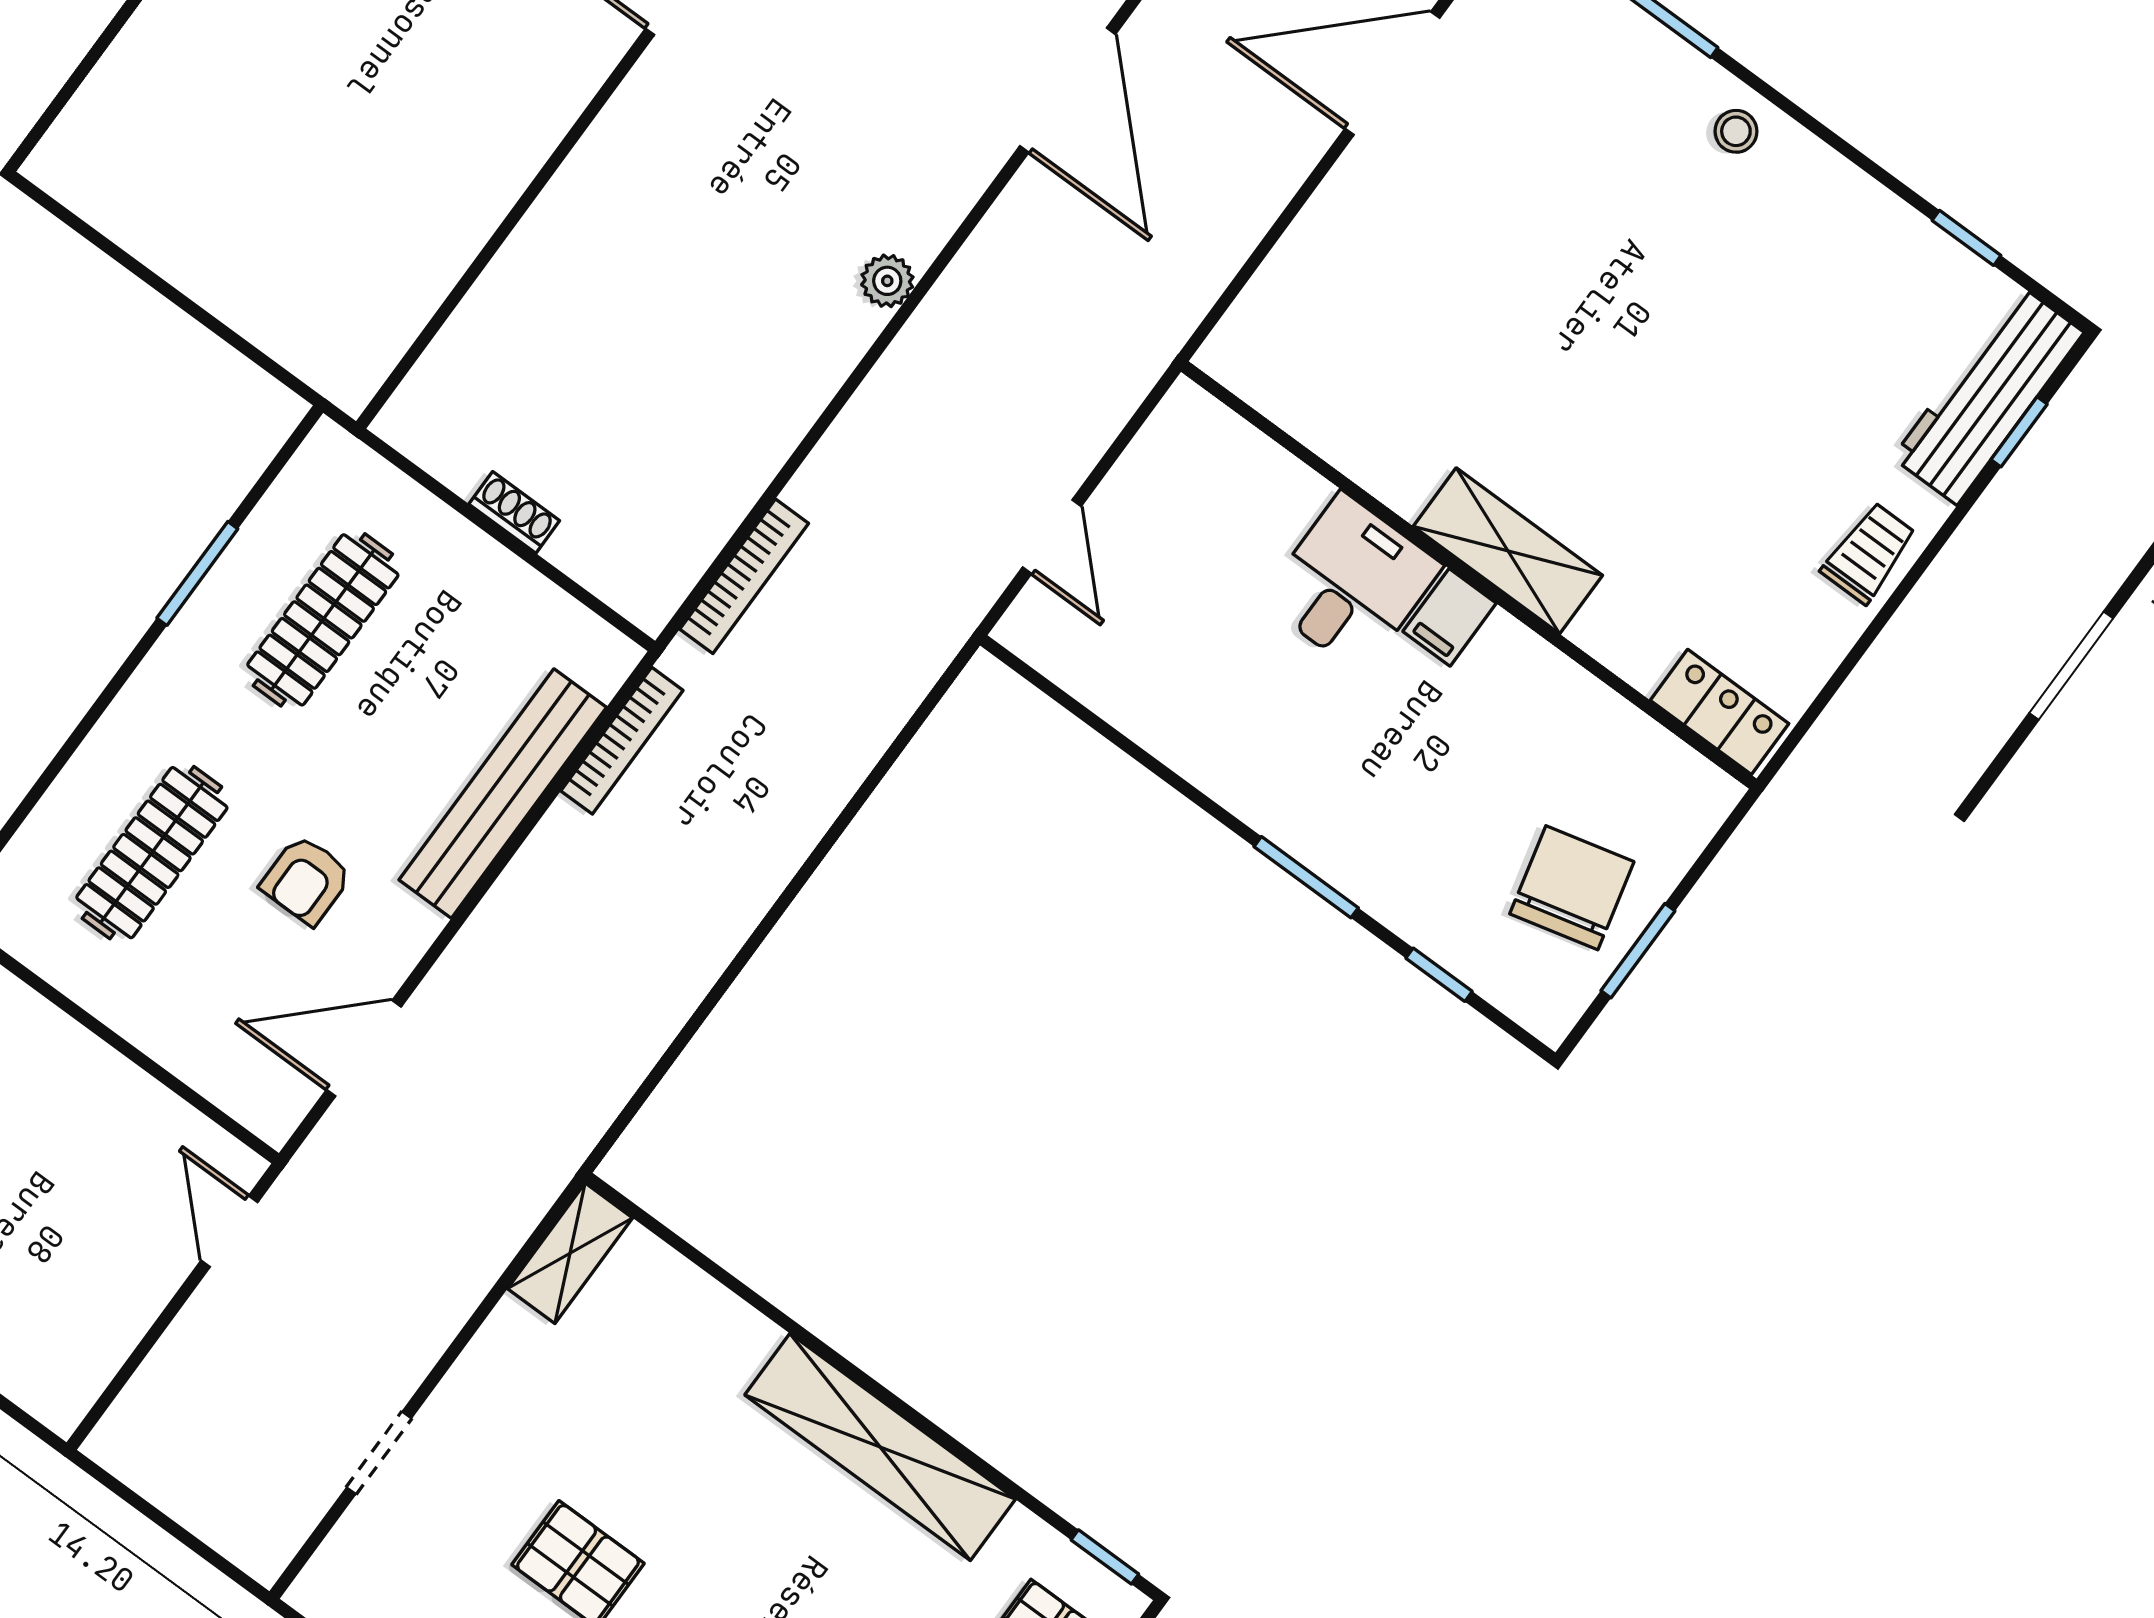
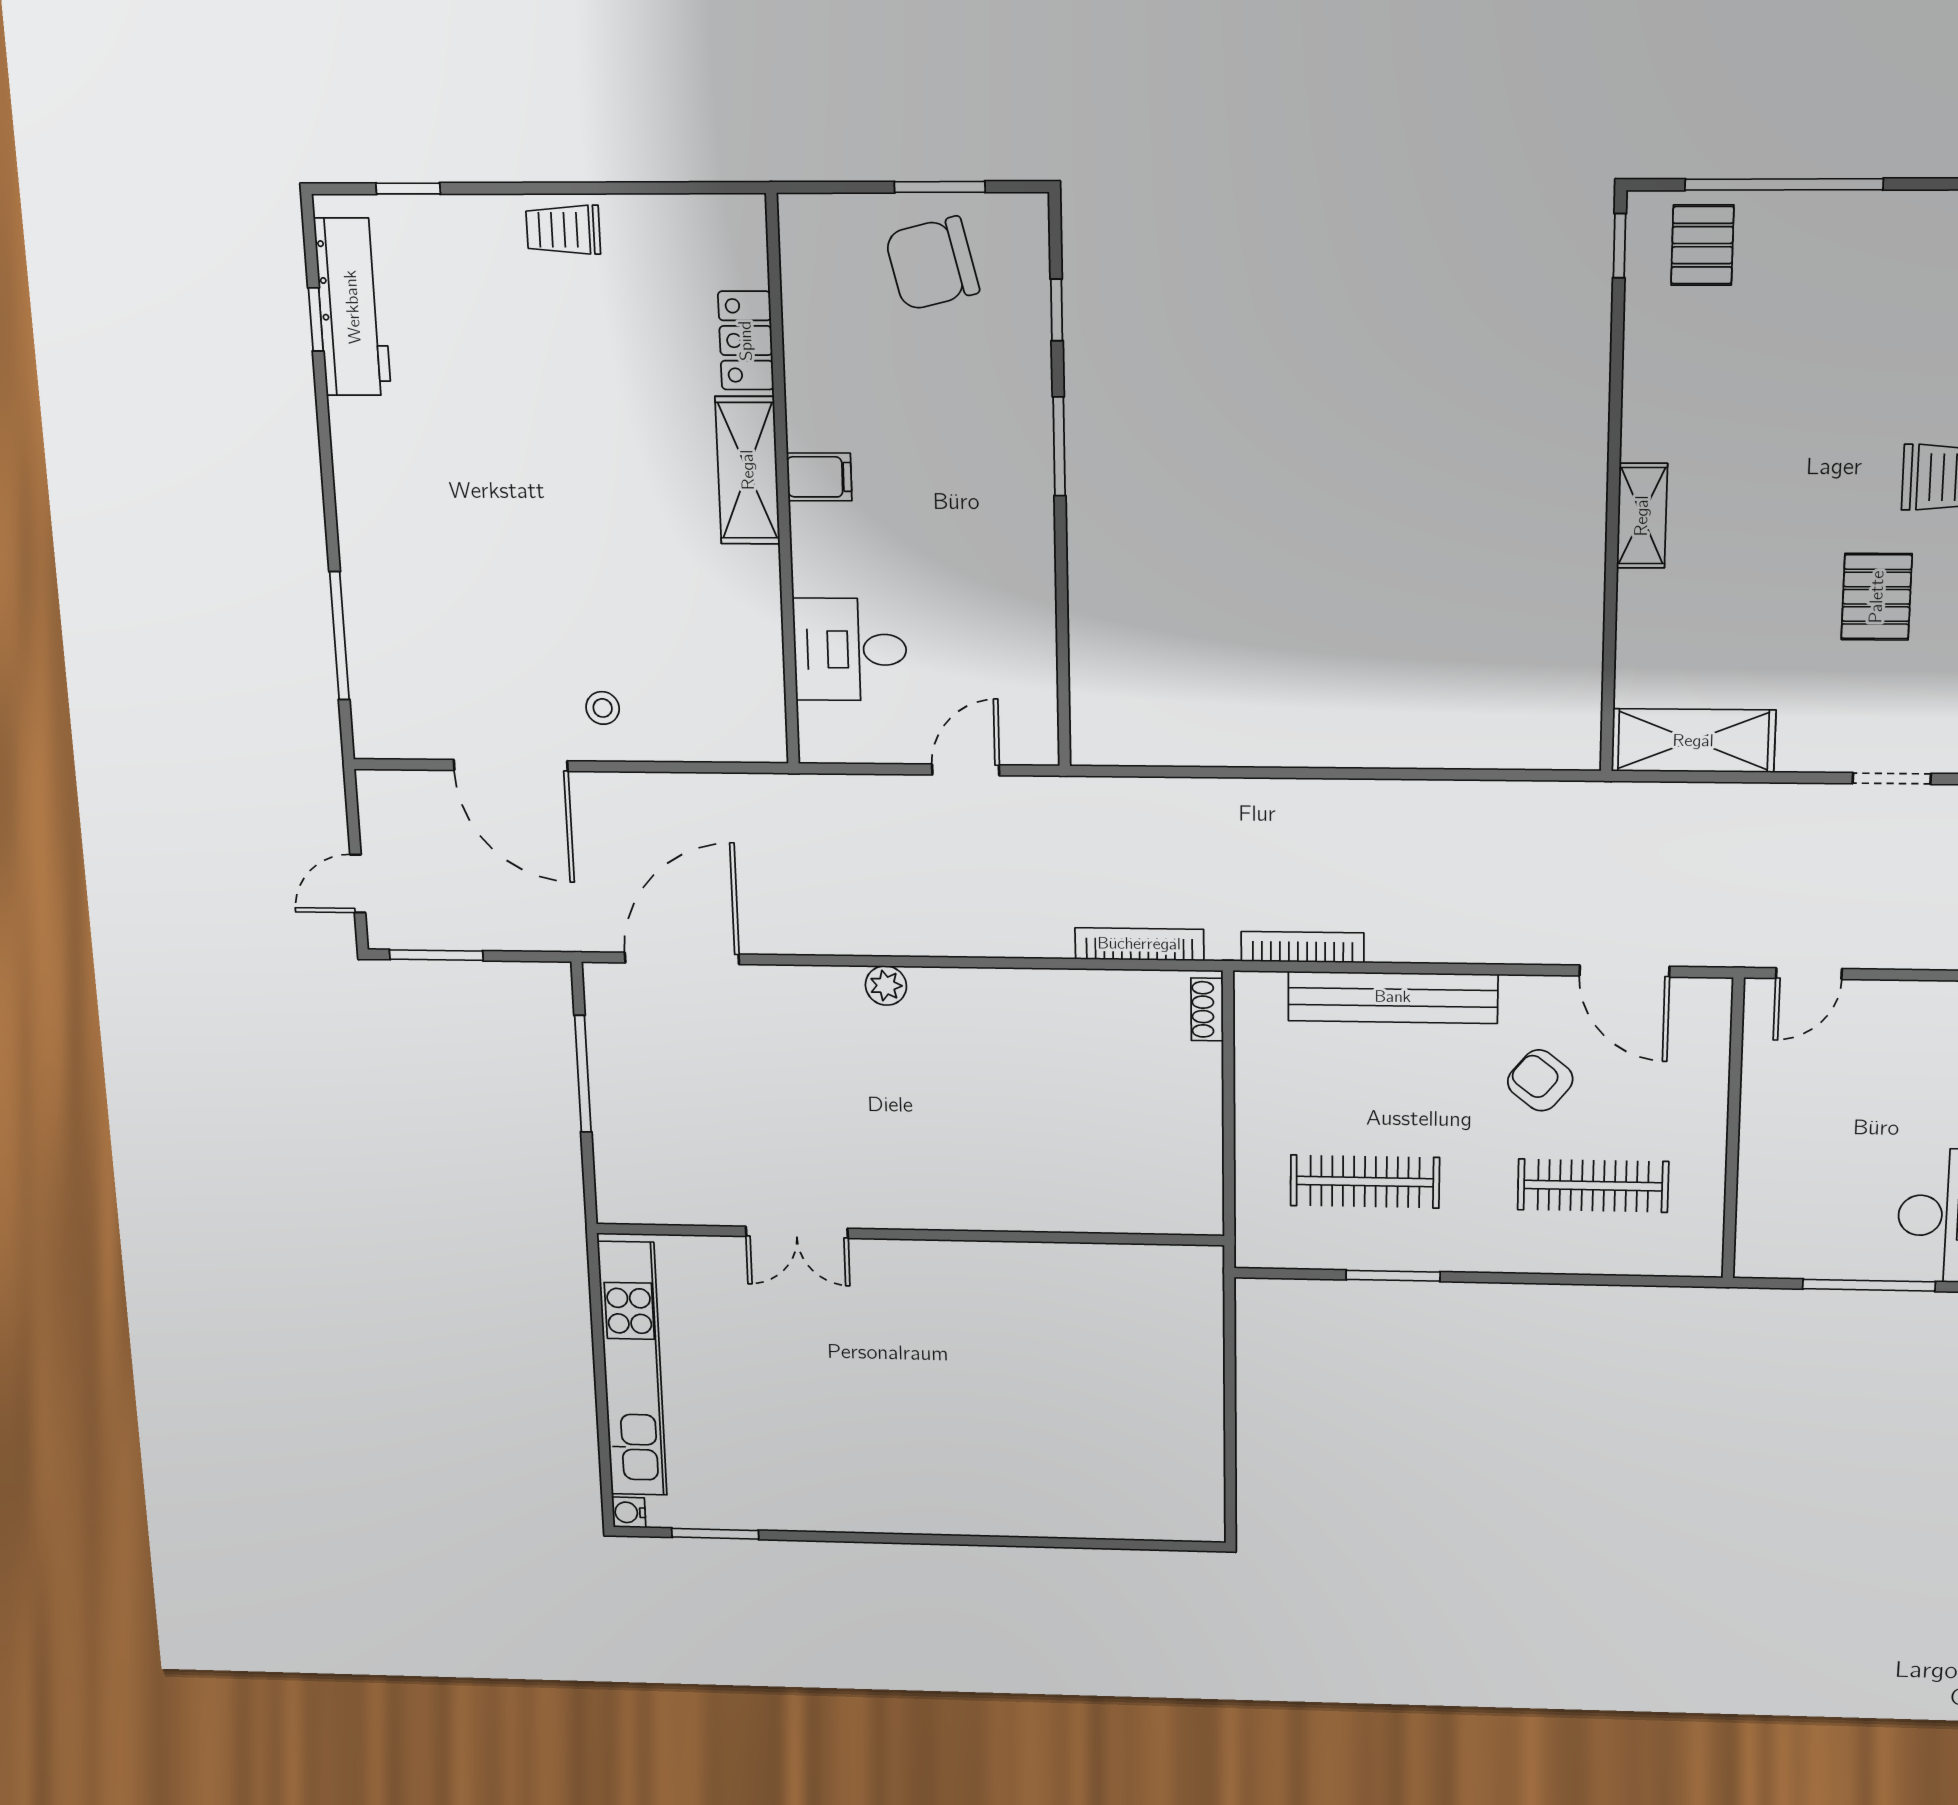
stool: (1736, 131) -> (603, 708), moved
workbench: (1988, 395) -> (353, 307), moved, turned -90
shoe rack: (514, 512) -> (1207, 1009), moved
desk: (1352, 583) -> (850, 650), moved
locker: (1719, 712) -> (746, 341), moved
armchair: (306, 880) -> (1540, 1080), turned -141
shelving: (570, 1253) -> (1693, 741), width x1.50, depth x1.33
shelving: (880, 1447) -> (1642, 516), width x0.45, depth x0.75

